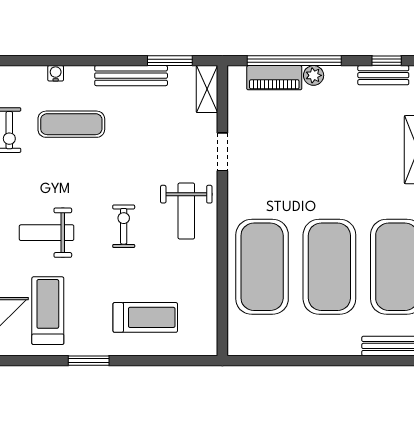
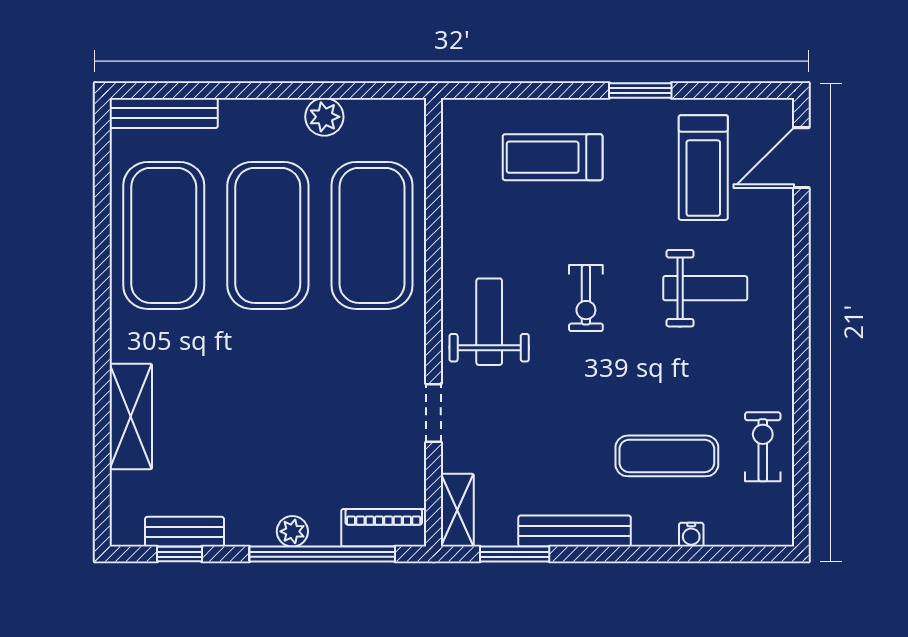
piano: (274, 78) -> (384, 528), moved
plant: (293, 343) -> (324, 117), added

